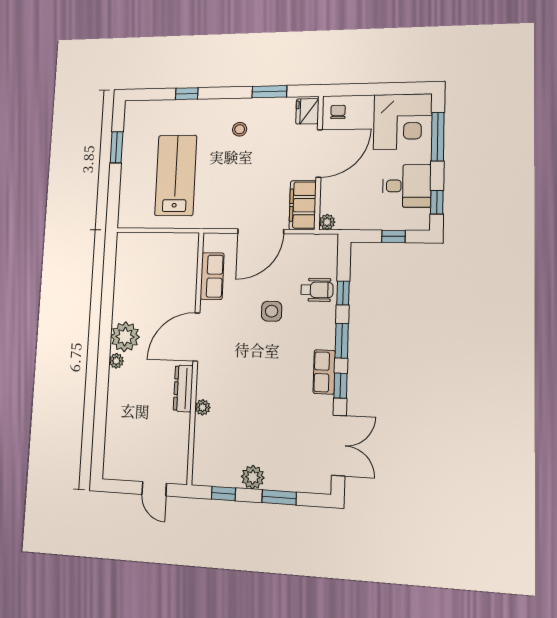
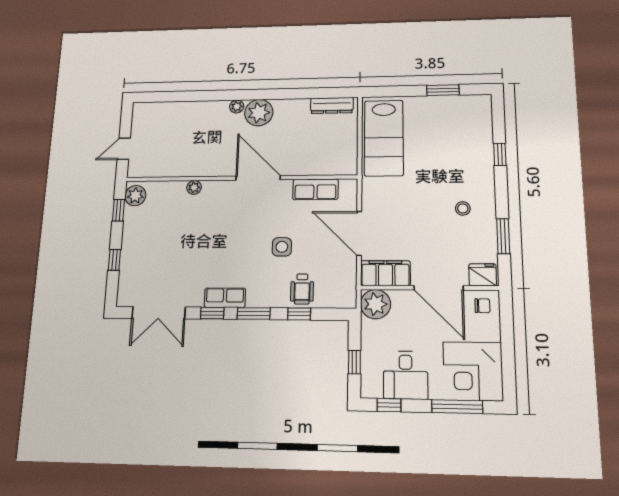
lab bench: (176, 175) -> (384, 138), moved, turned 90
plant: (327, 222) -> (376, 304), width x1.87, depth x1.87
dresser: (183, 388) -> (332, 106), moved, turned 180
plant: (253, 477) -> (135, 196), moved
window: (279, 497) -> (114, 260), width x0.67

